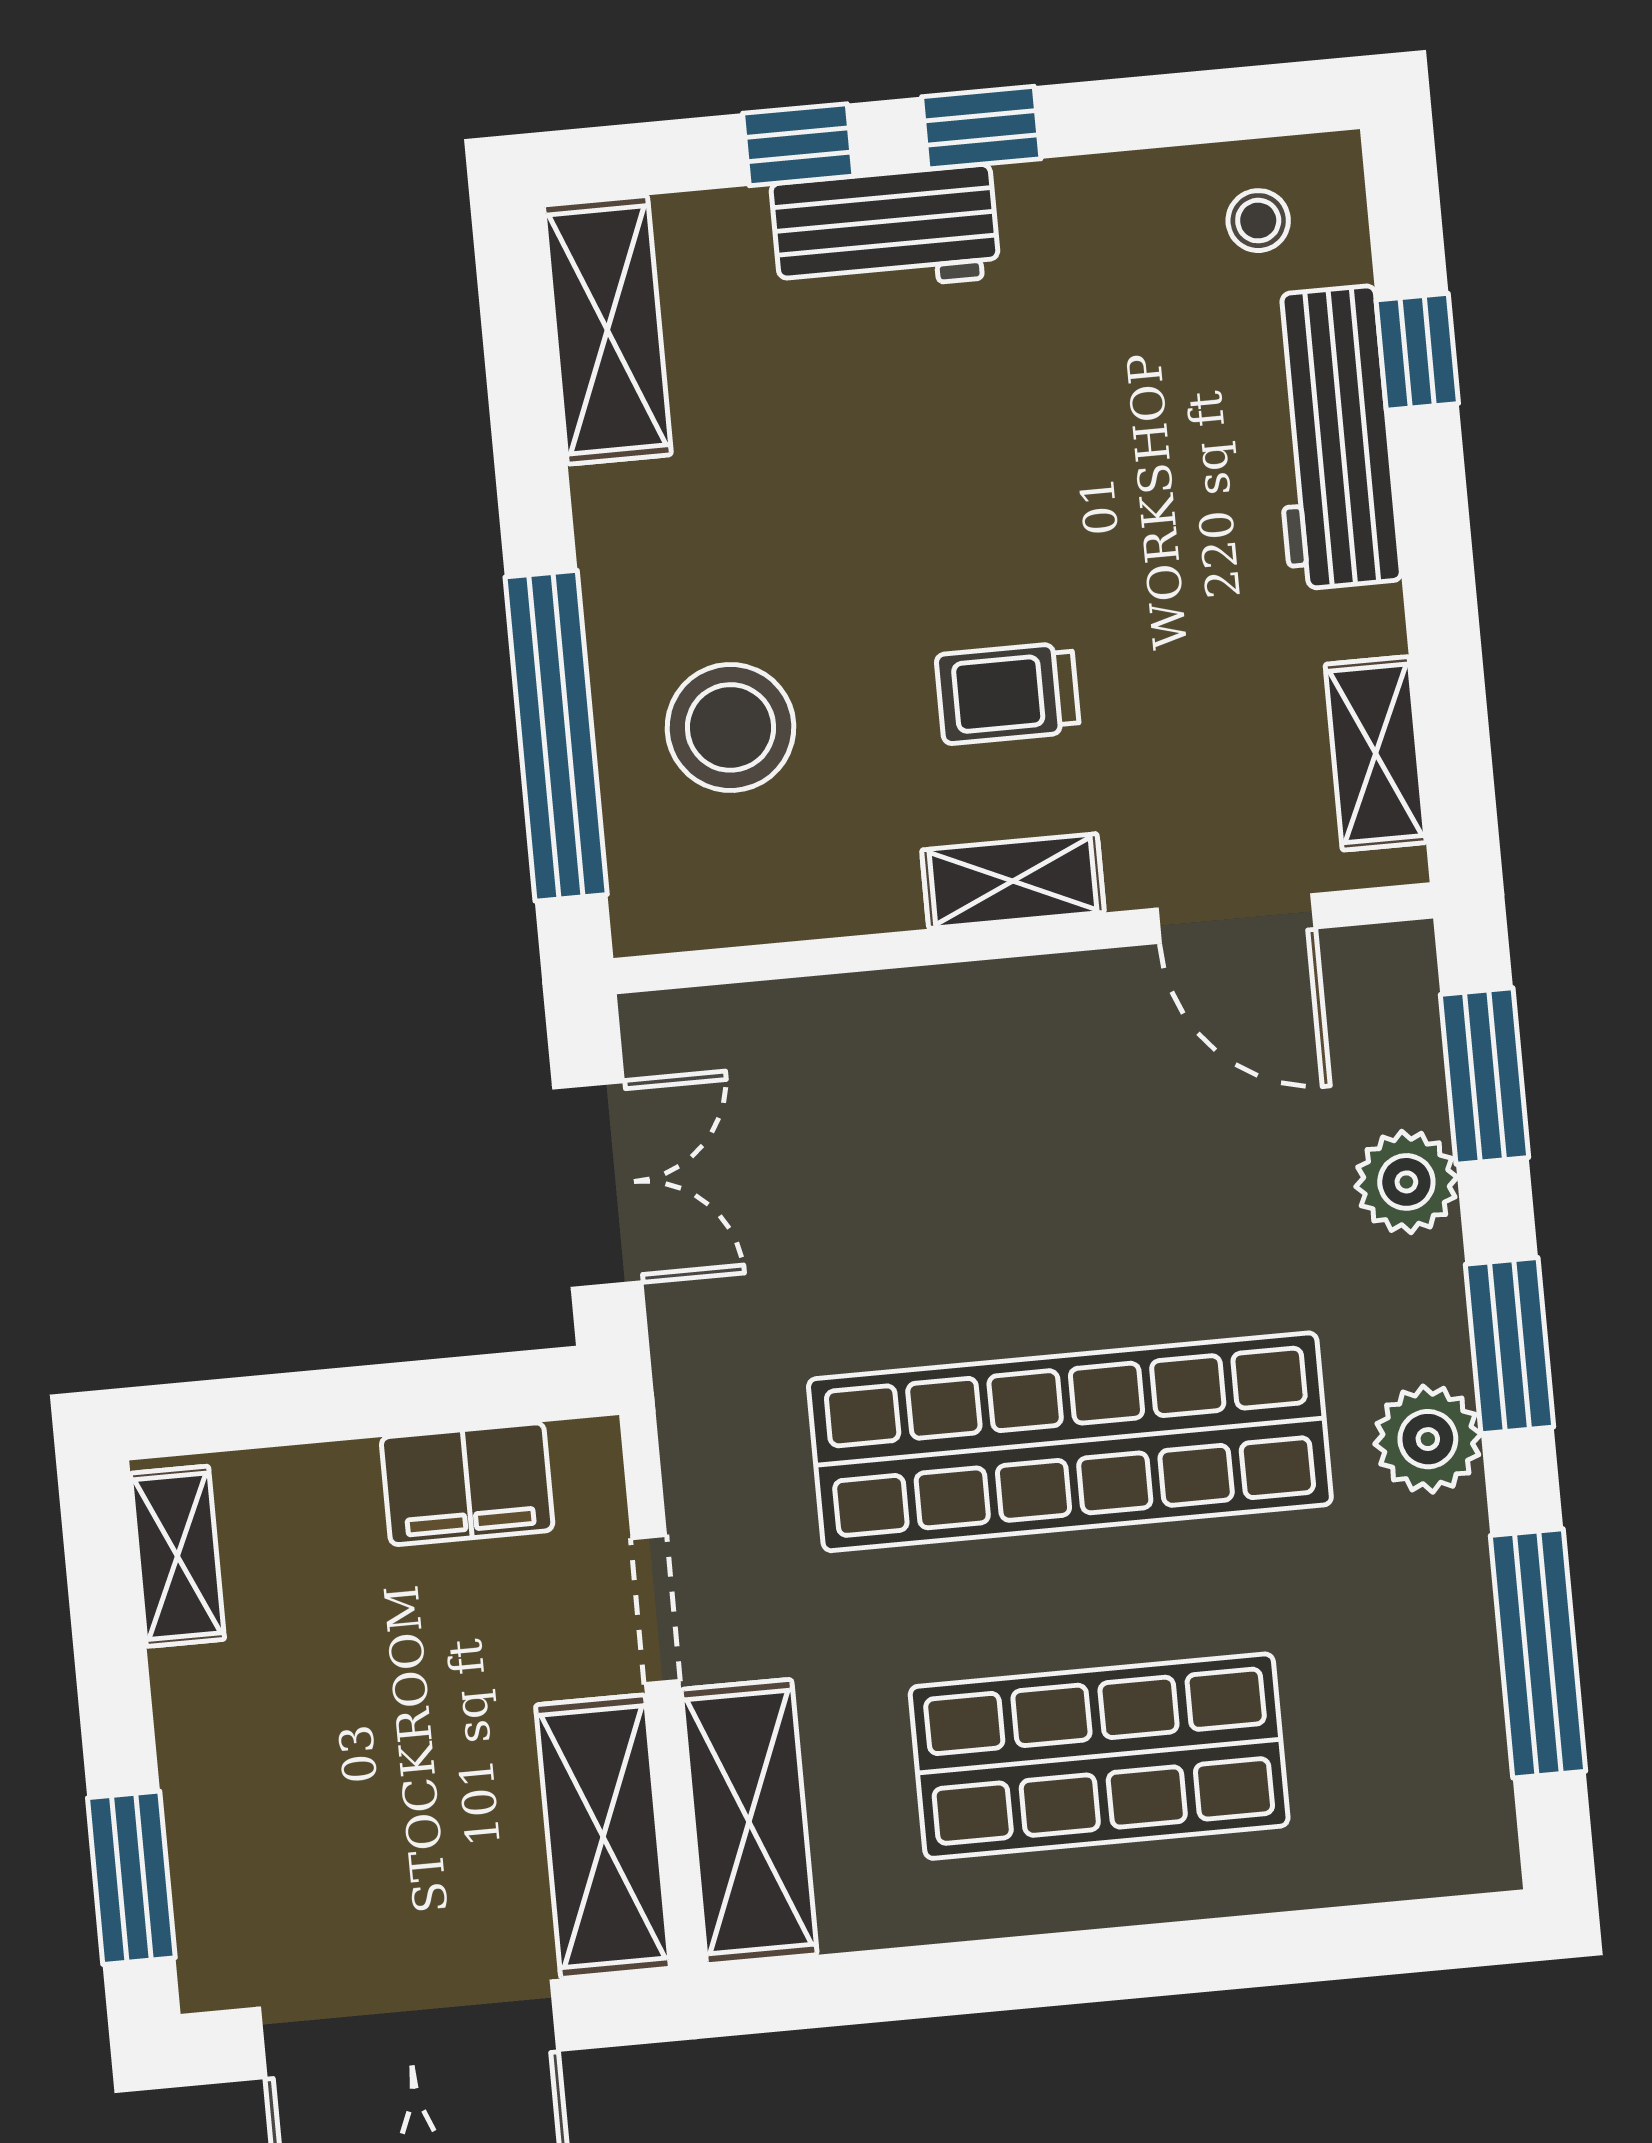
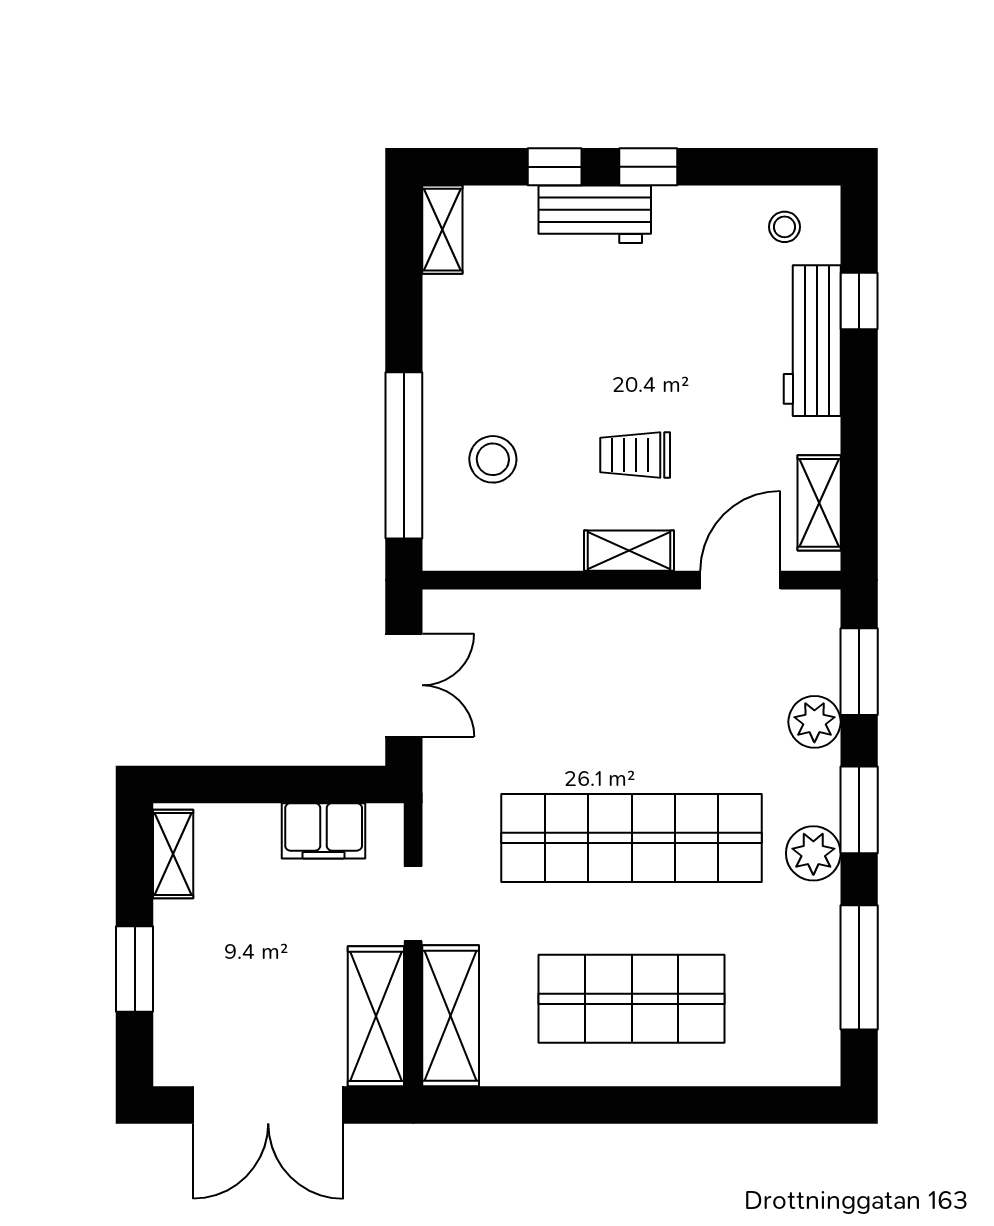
shelving: (607, 330) -> (442, 230), width x0.67, depth x0.75
stool: (731, 727) -> (493, 459), width x0.73, depth x0.73
door: (1236, 919) -> (740, 580), swing flipped
window: (131, 1878) -> (135, 969), moved

